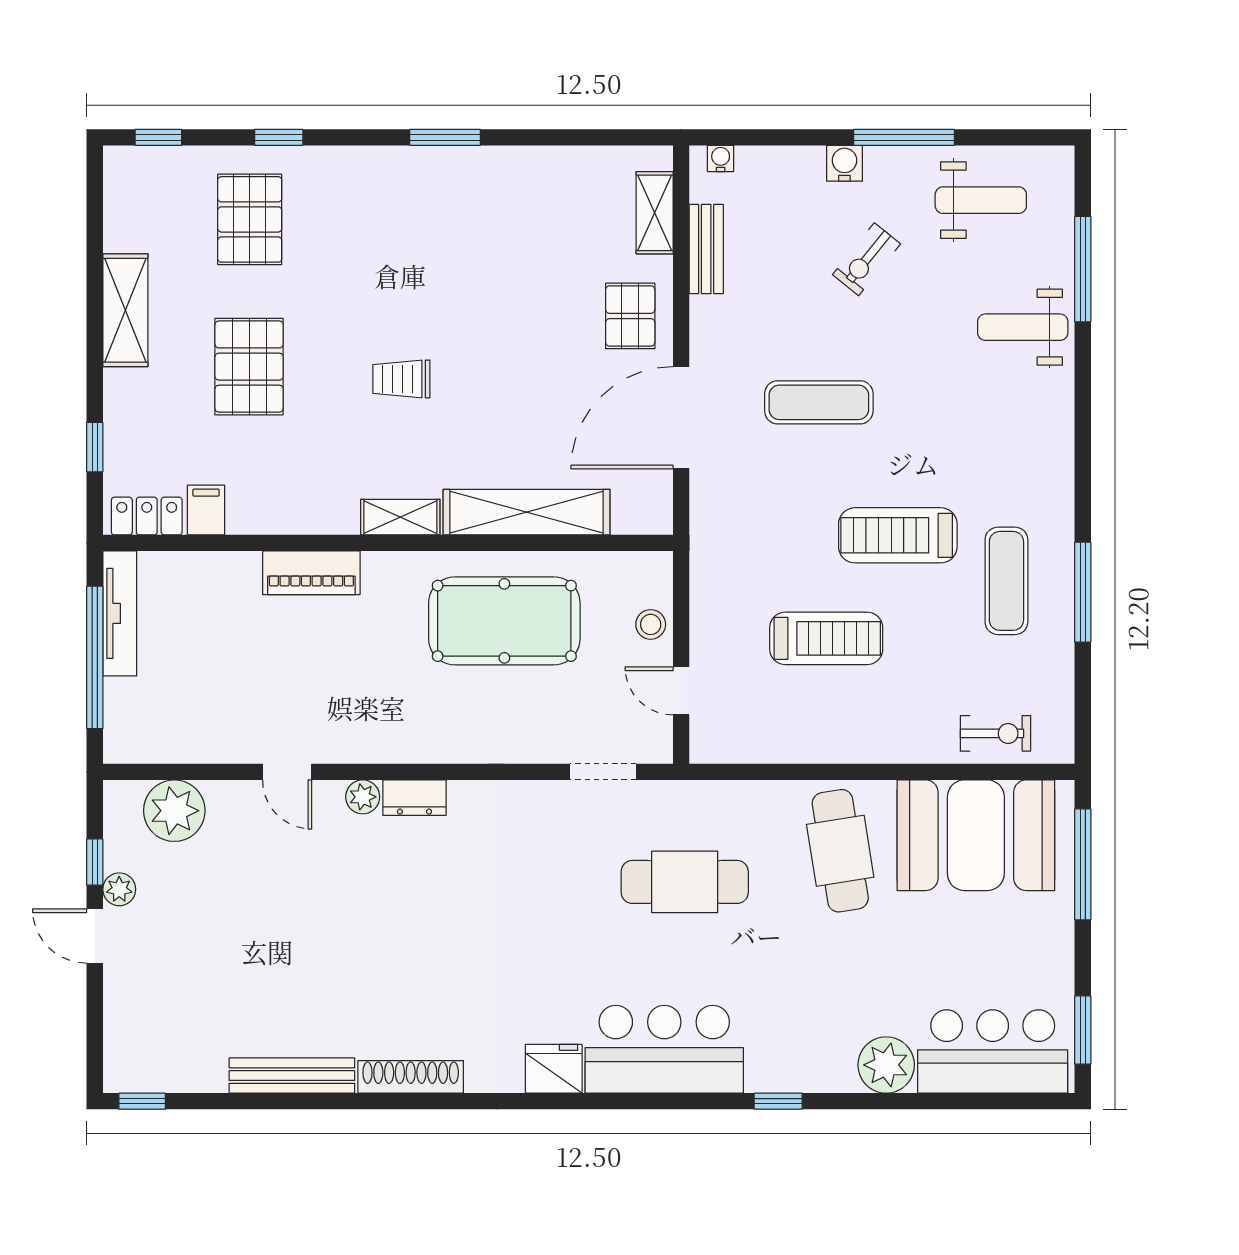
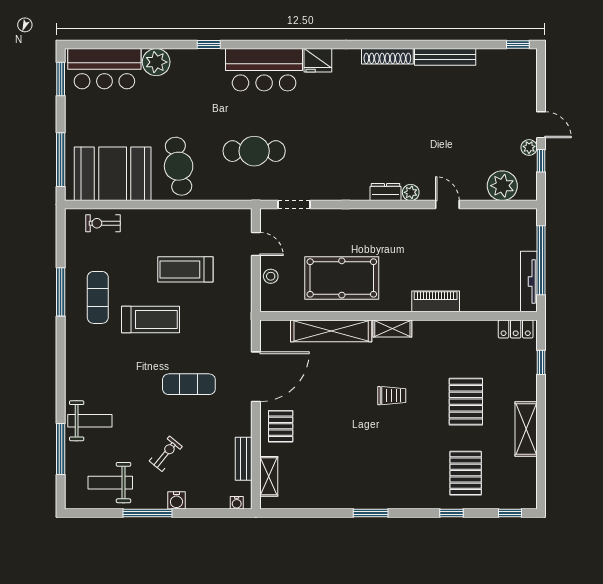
filing cabinet: (206, 510) -> (487, 332), removed

